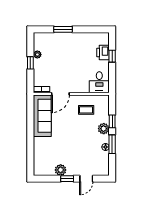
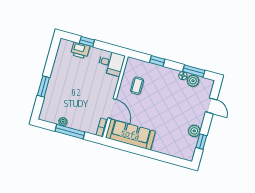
window: (30, 63) -> (70, 132), width x2.17
plant: (104, 129) -> (193, 81), moved
window: (112, 144) -> (194, 71), moved
window: (67, 179) -> (201, 142), moved

